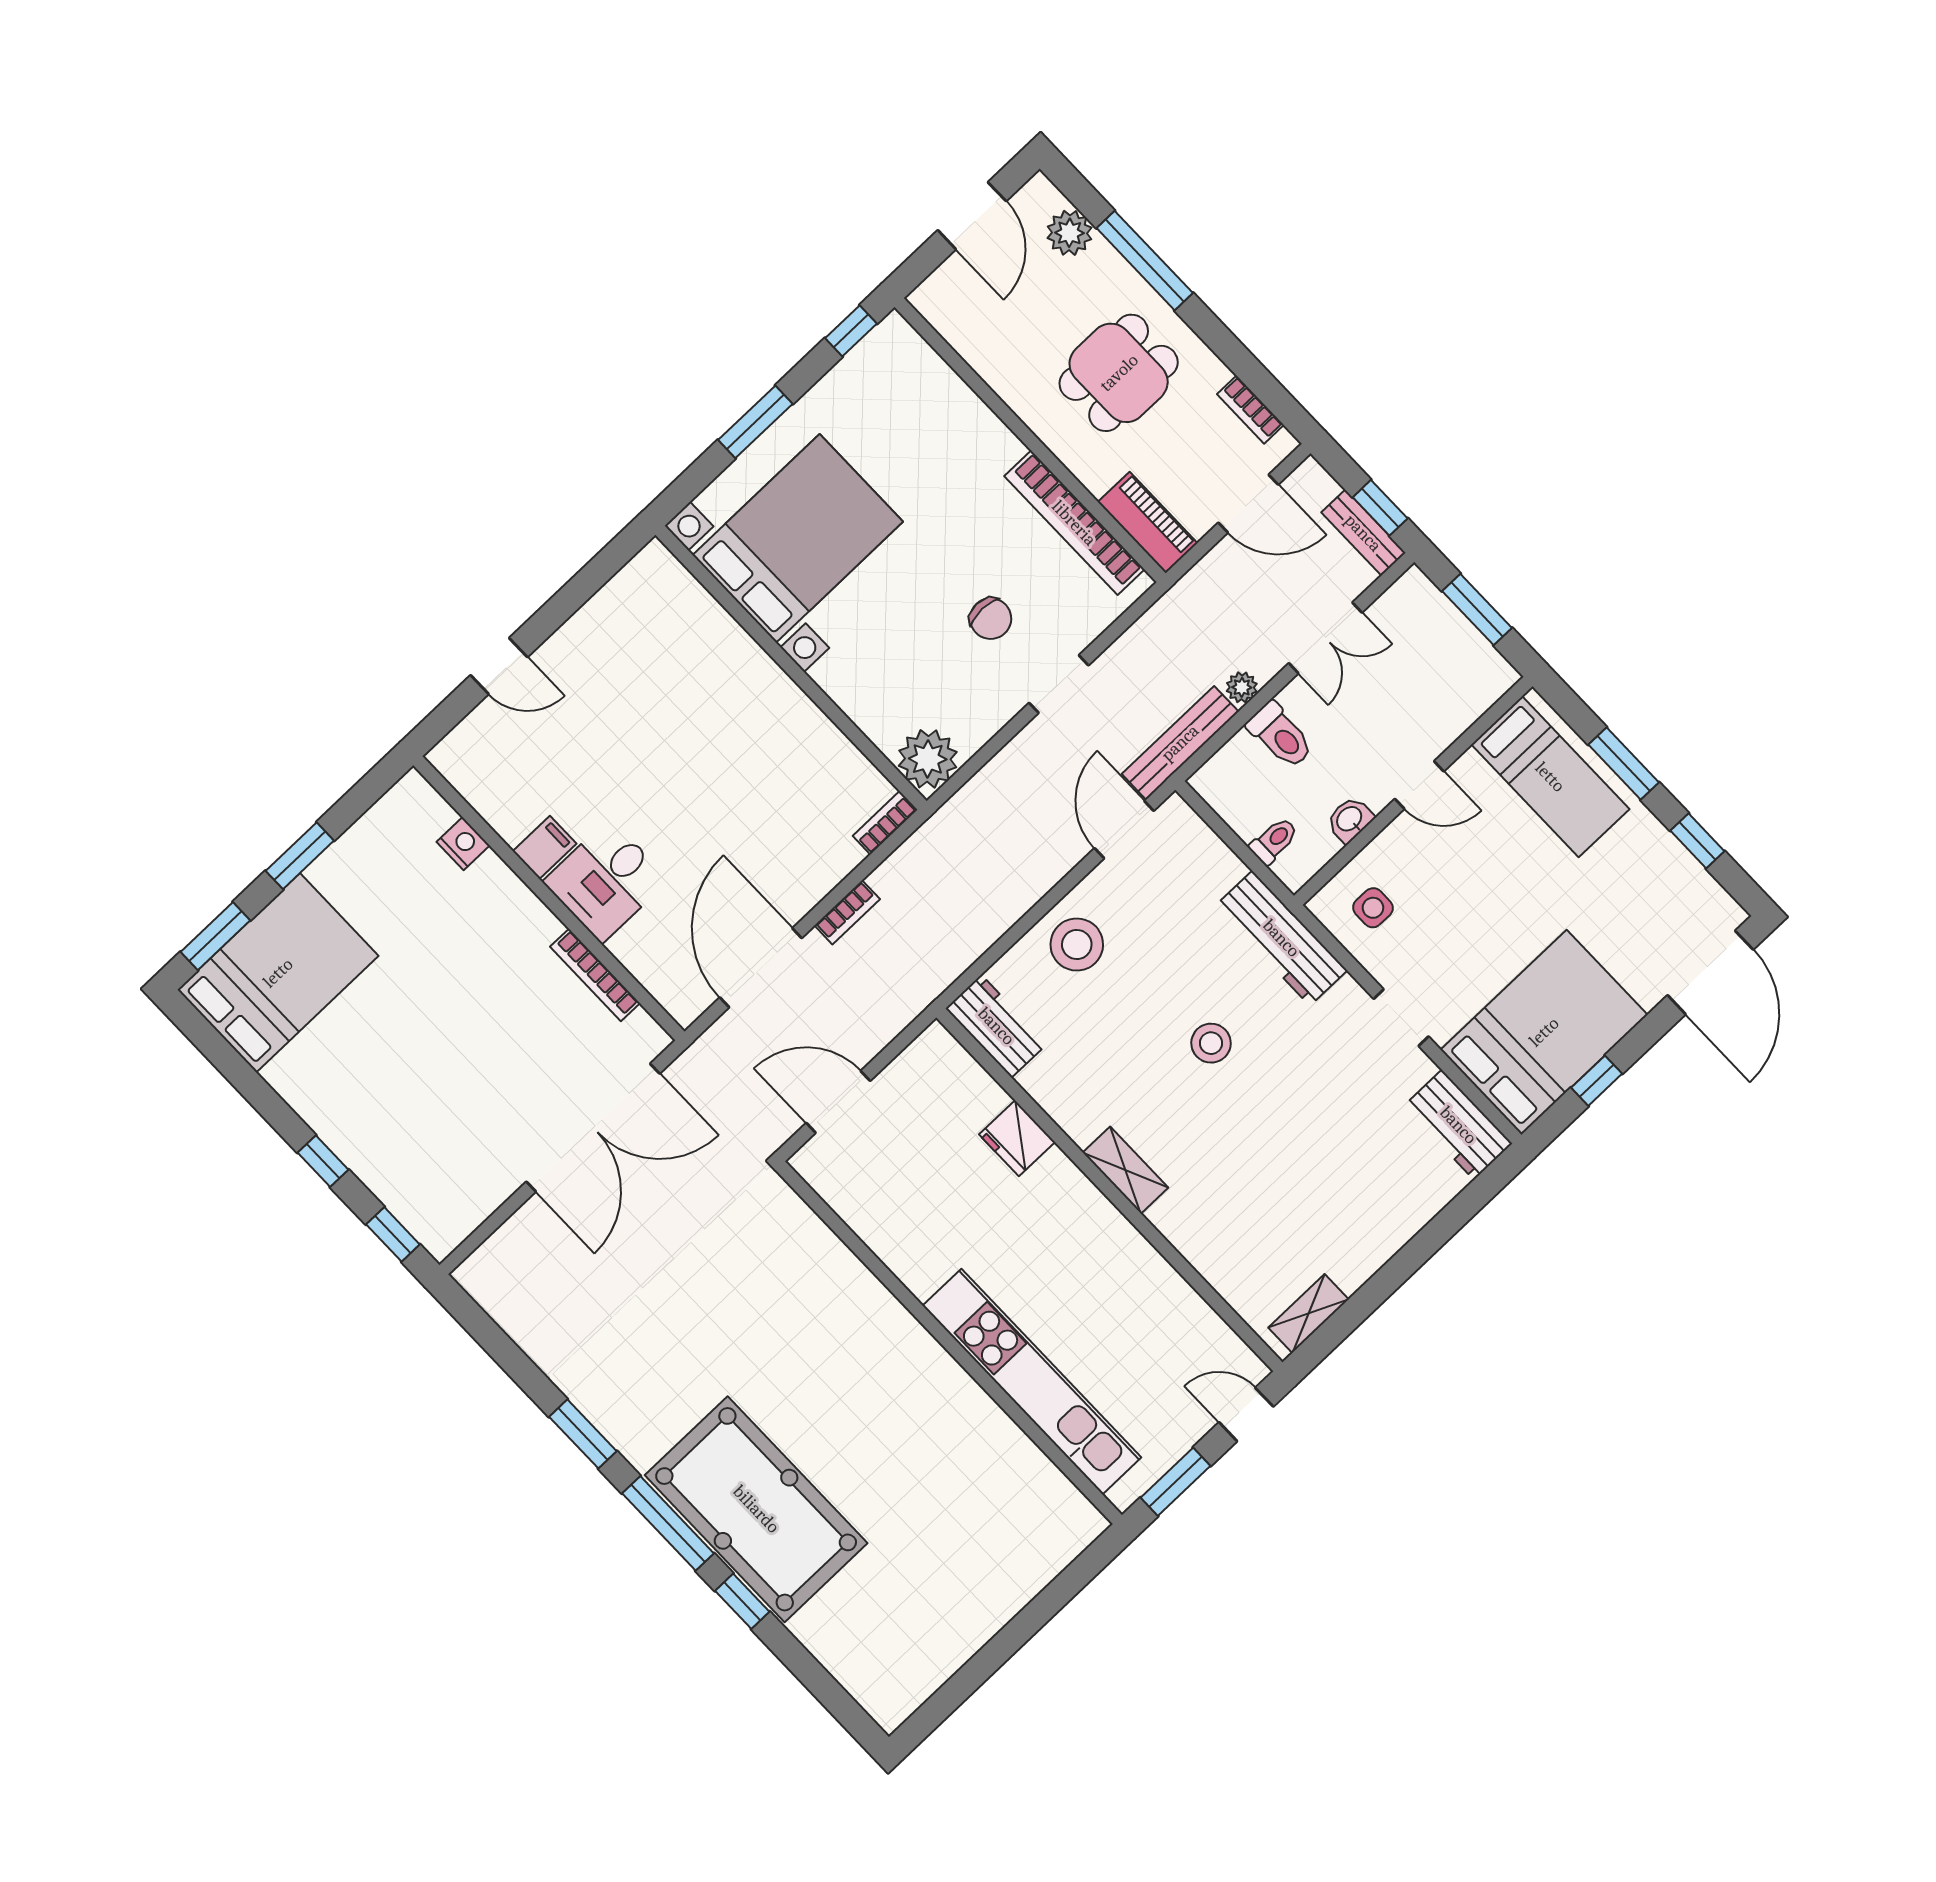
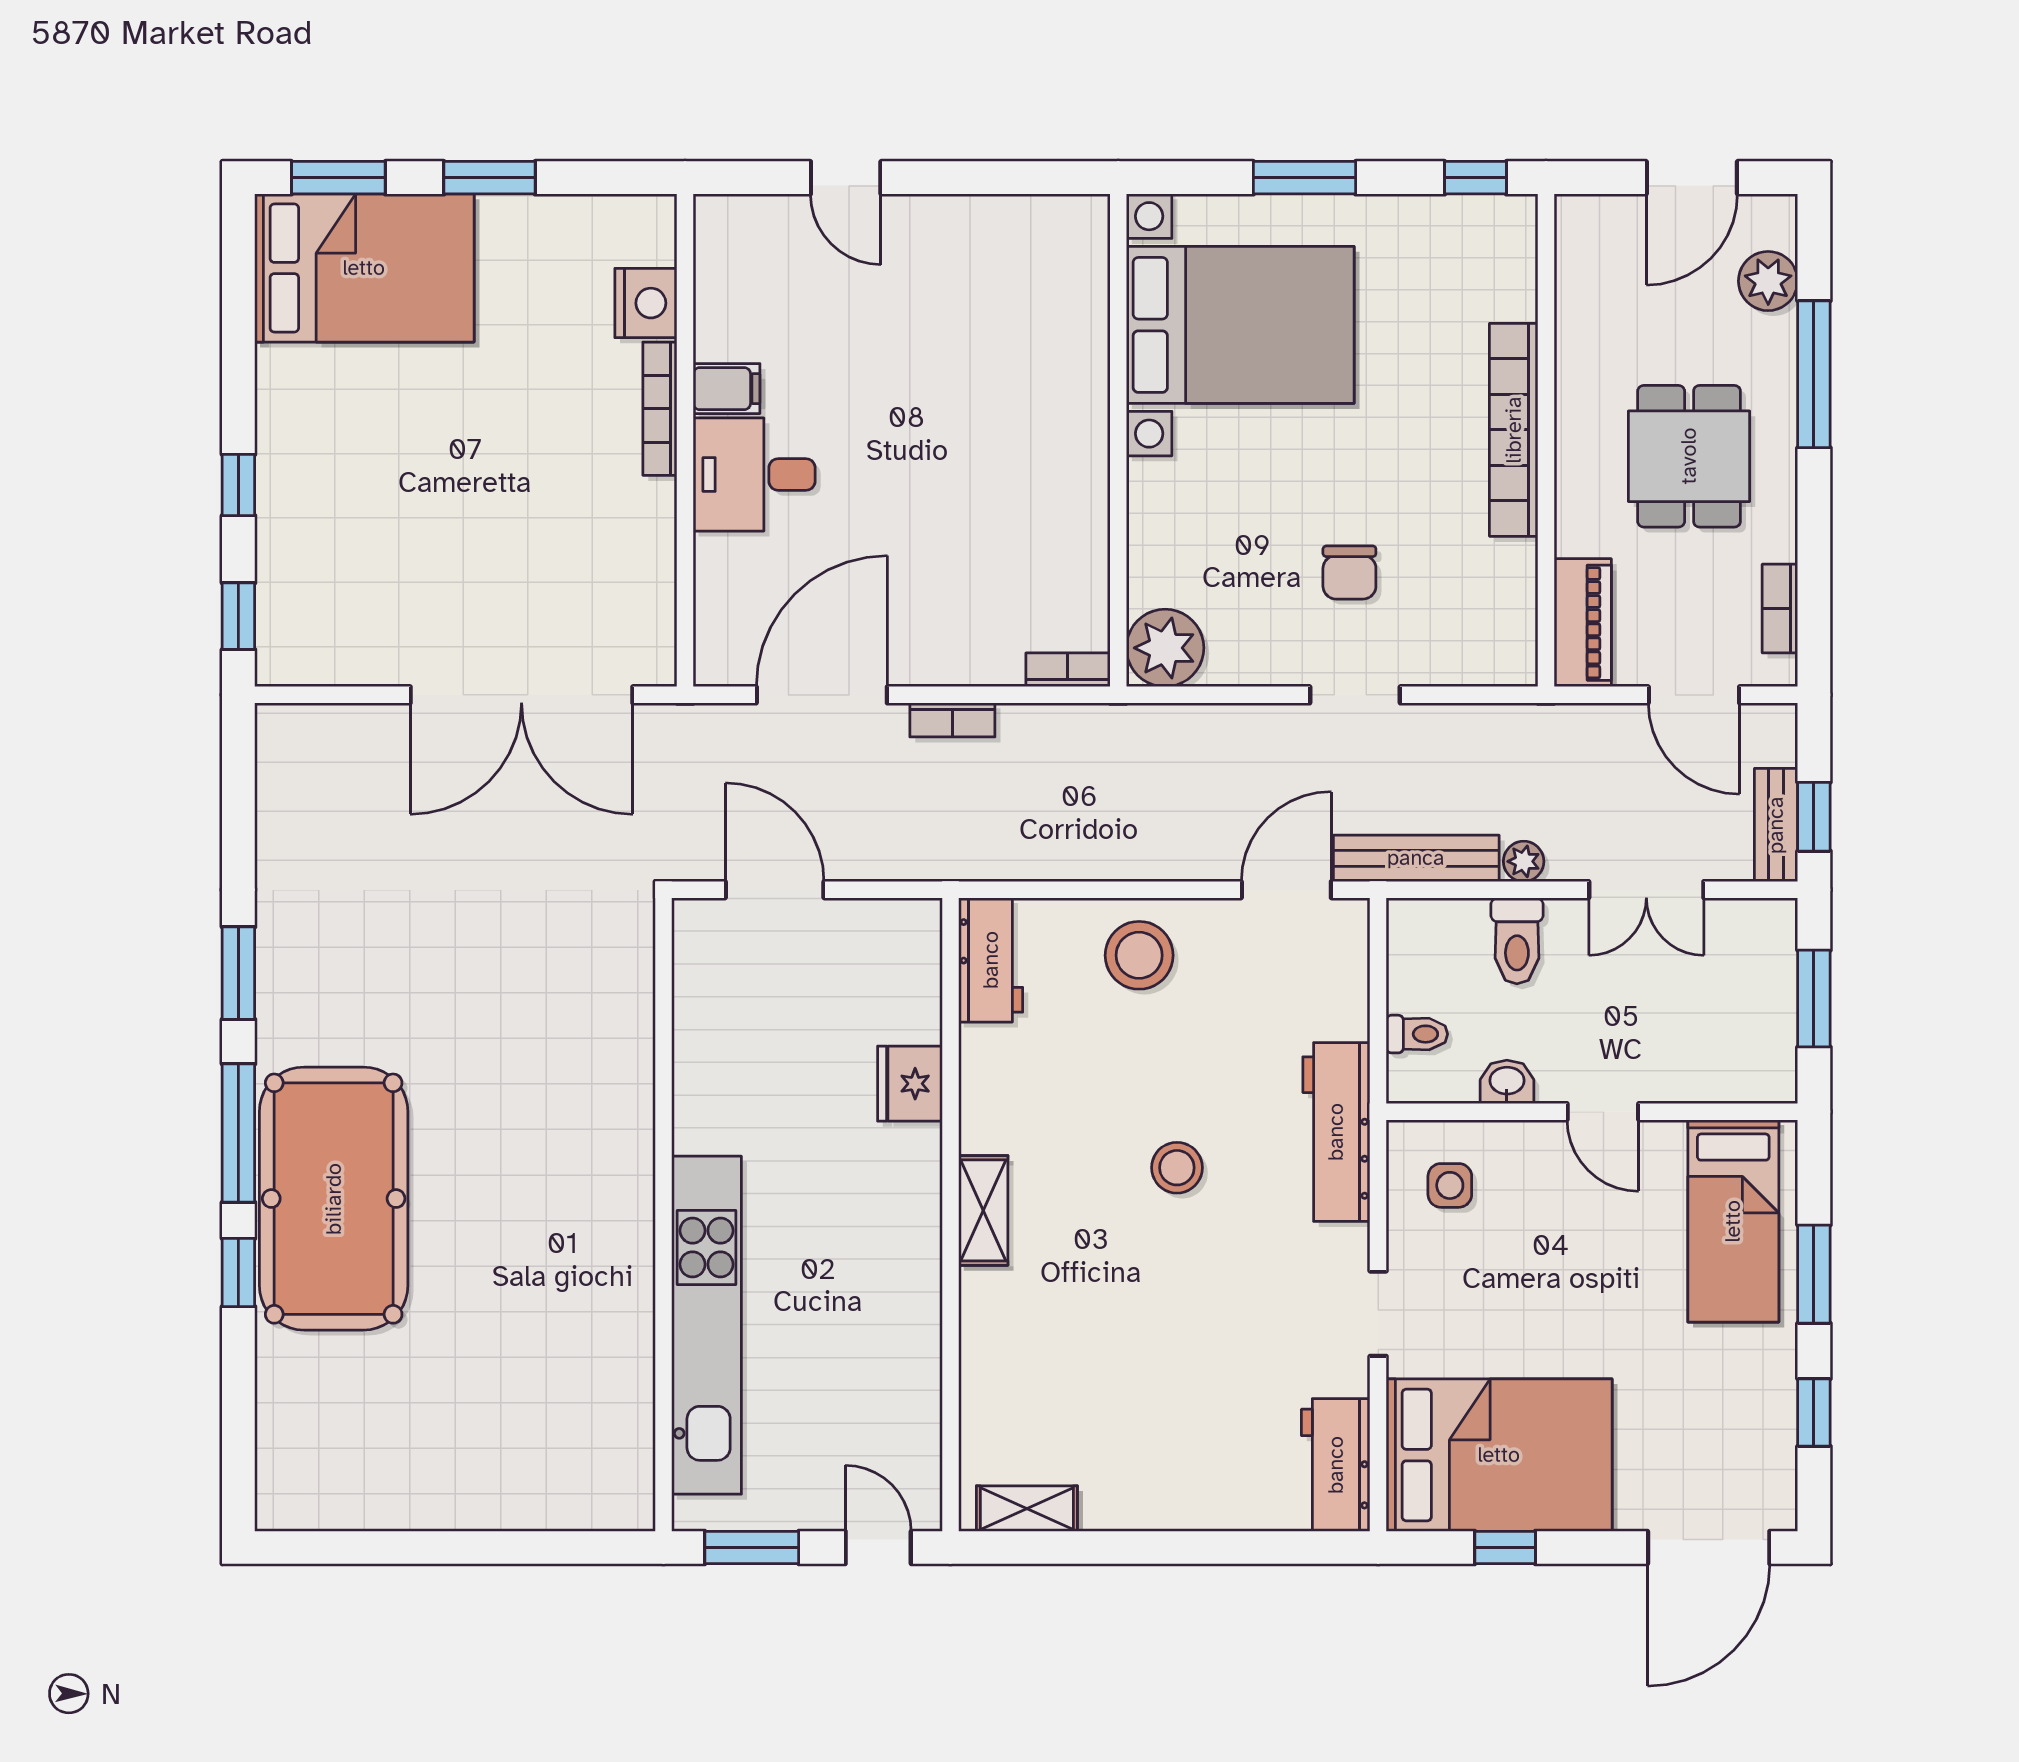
dining table: (1119, 373) -> (1689, 456), turned 90
bookcase: (1074, 523) -> (1514, 430), moved
nightstand: (463, 844) -> (646, 303), width x1.36, depth x1.33
bookcase: (595, 975) -> (660, 409), moved

